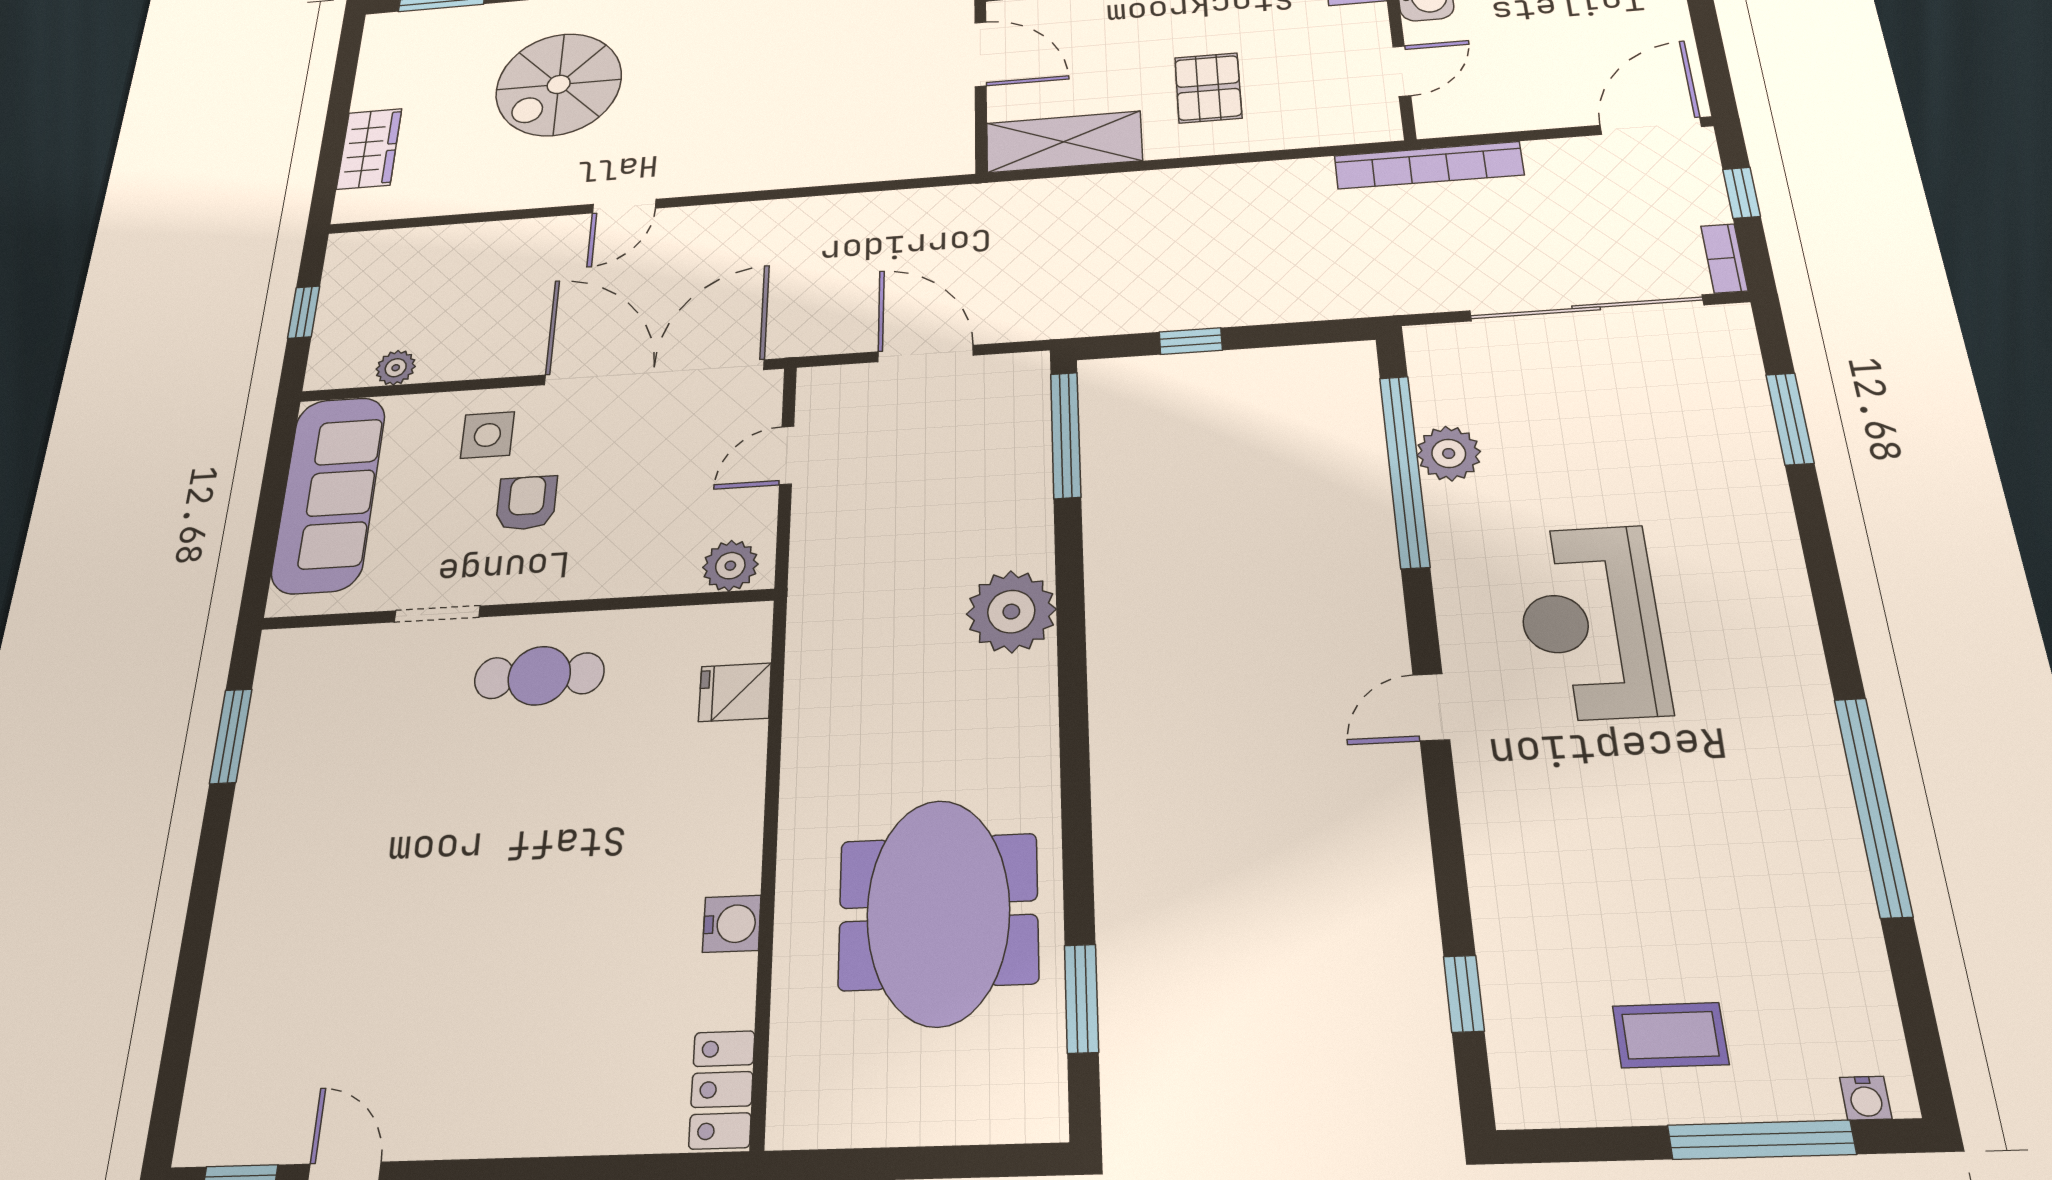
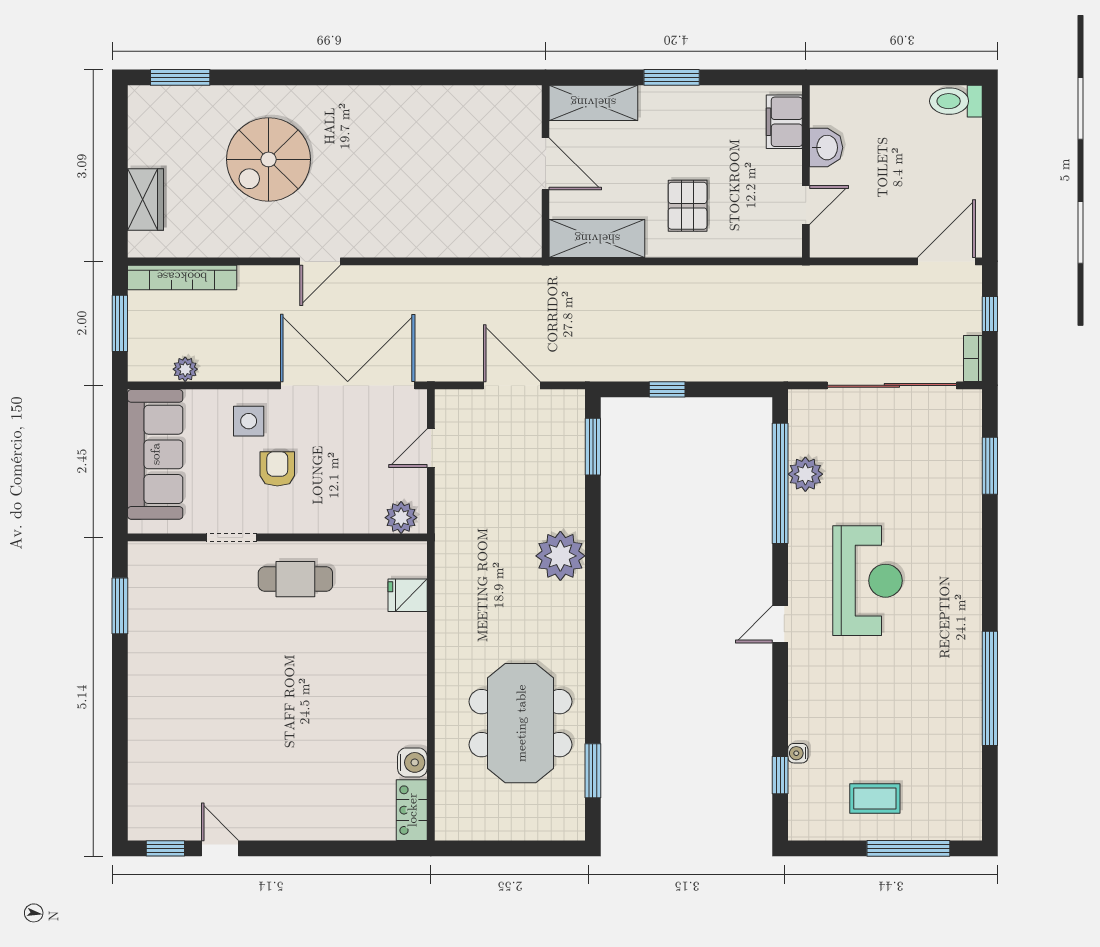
bookcase: (1429, 165) -> (182, 277), moved
window: (304, 312) -> (120, 323), width x1.50
window: (1066, 435) -> (593, 447), width x0.69
reception desk: (1590, 622) -> (867, 581), turned 180
water cooler: (732, 924) -> (412, 762), moved
water cooler: (1866, 1098) -> (798, 753), moved, turned 90

